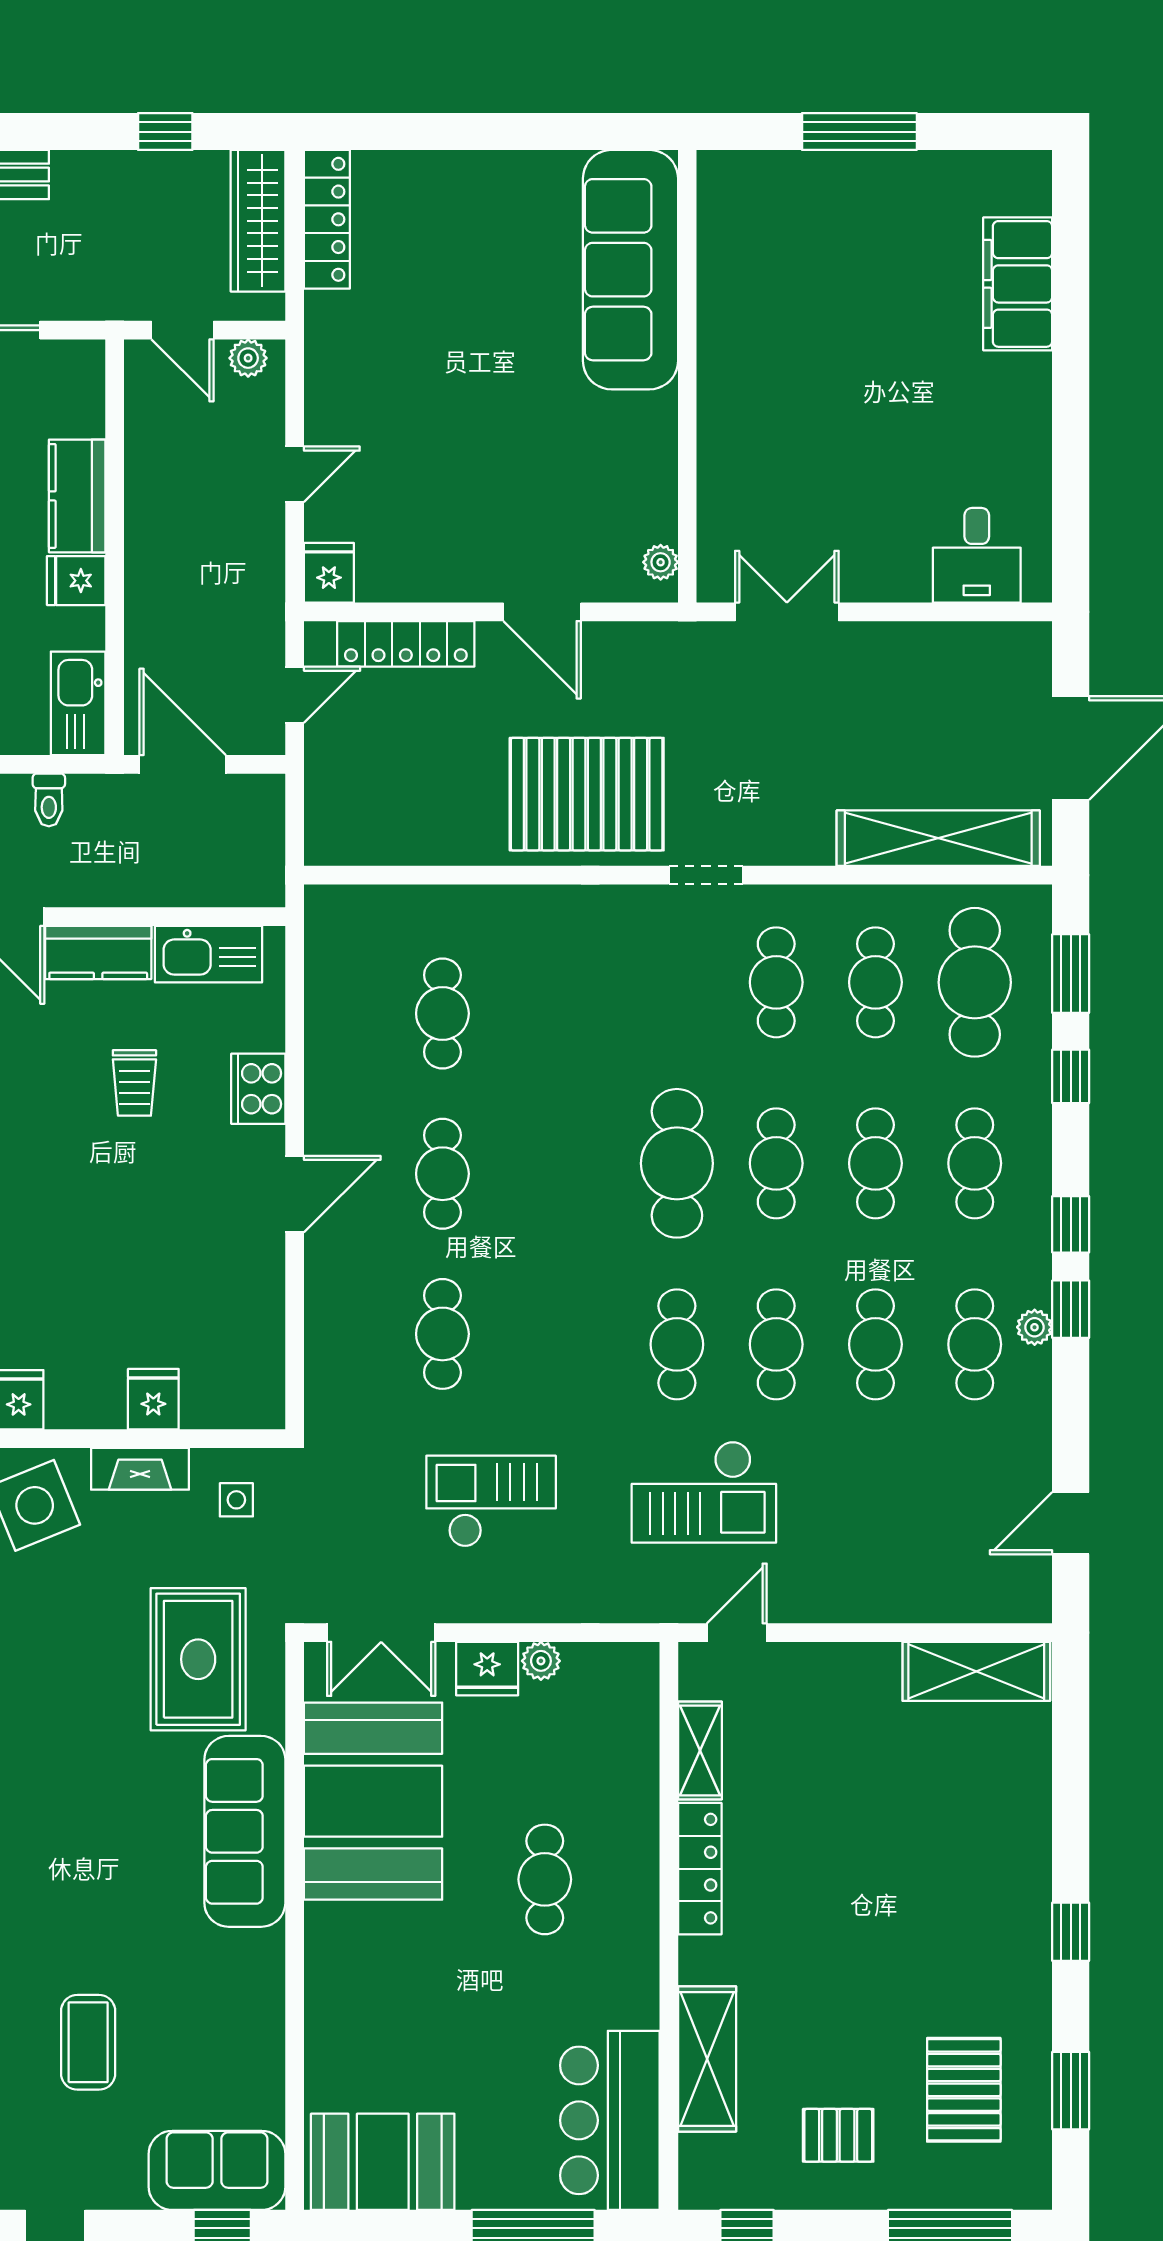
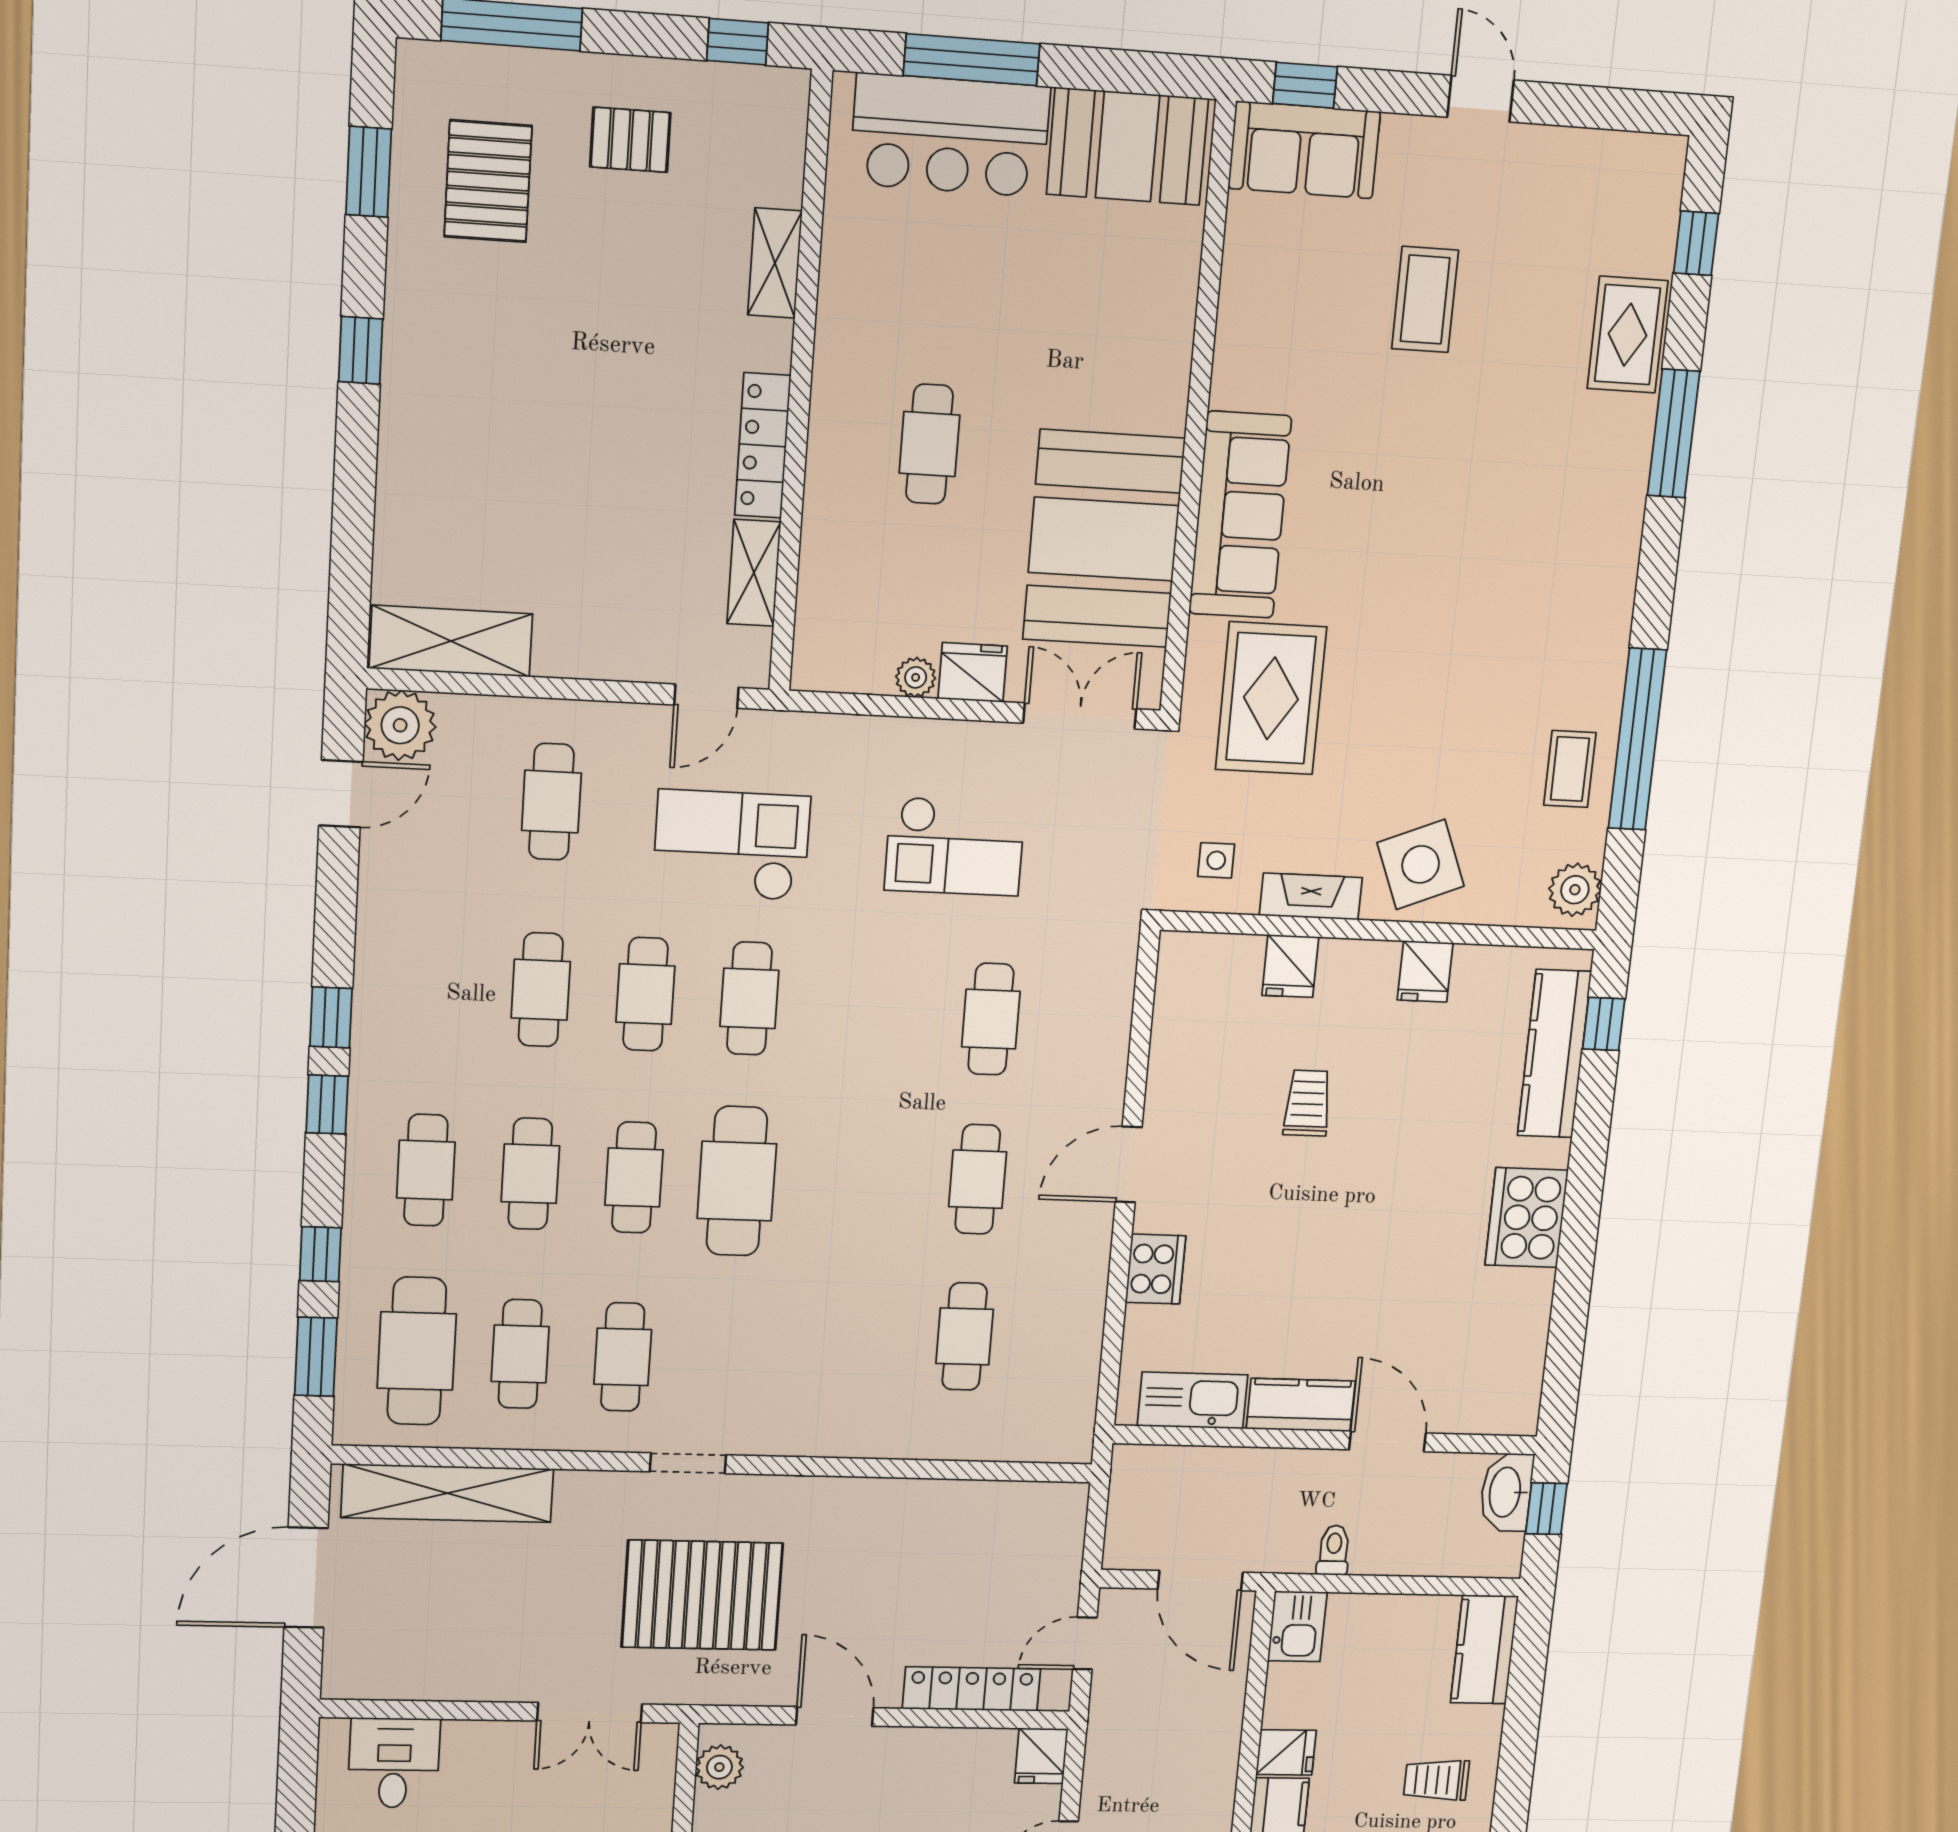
plant: (661, 562) -> (719, 1767), width x1.38, depth x1.38
kitchen sink: (78, 703) -> (1297, 1626), width x0.73
pallet: (587, 794) -> (702, 1595), moved
trolley: (134, 1083) -> (1307, 1103), moved
plant: (1035, 1327) -> (400, 725), moved, width x1.87, depth x1.87
cafe table: (975, 1344) -> (551, 802), moved
shelving: (707, 2059) -> (775, 263), width x0.67, depth x0.75
bar counter: (610, 2120) -> (950, 135), moved, turned 90

